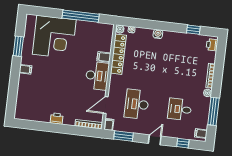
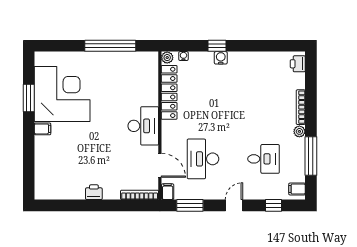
window: (193, 30) -> (217, 46), moved
corner desk: (54, 37) -> (62, 94), moved, turned -90
filing cabinet: (104, 57) -> (149, 99), removed
door: (106, 105) -> (160, 165), swing flipped
desk: (180, 109) -> (264, 159), turned 180

